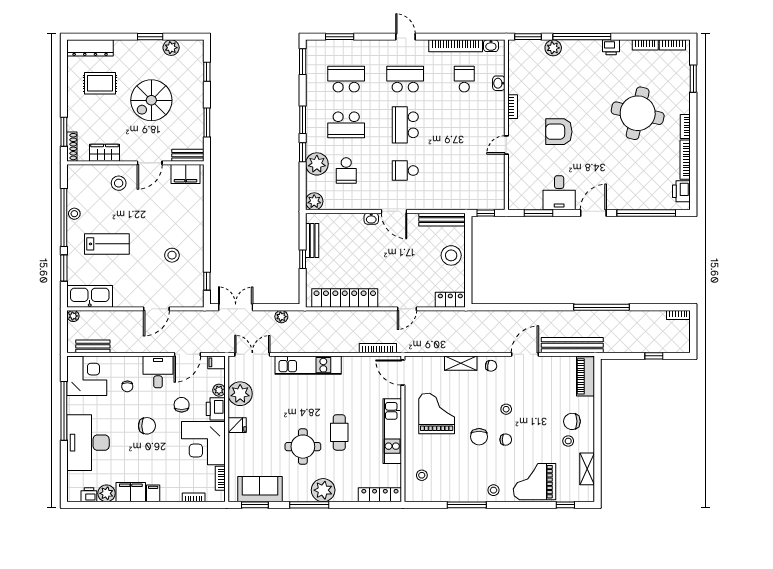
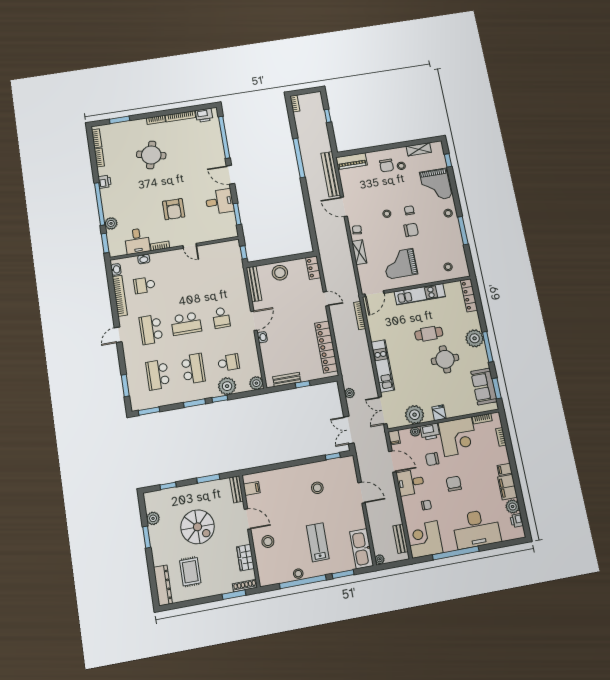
desk: (524, 78) -> (137, 241), added
round table: (638, 113) -> (151, 155), width x0.73, depth x0.73
filing cabinet: (186, 174) -> (252, 488), width x0.50

